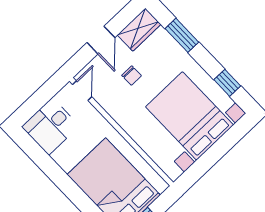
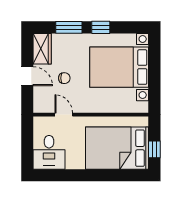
window: (227, 83) -> (101, 27), moved
door: (82, 91) -> (64, 115), moved

